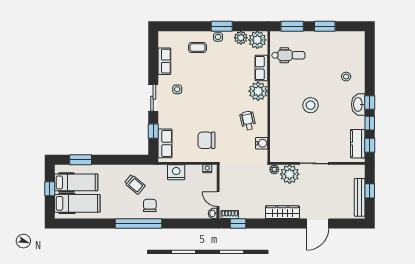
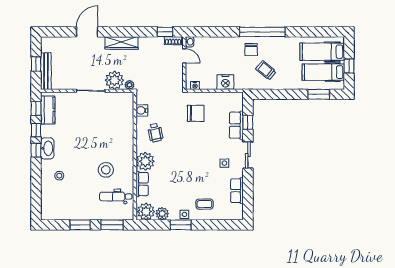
stool: (311, 105) -> (106, 170), moved
row of seats: (165, 143) -> (236, 125), moved
bench: (360, 197) -> (46, 71), moved

